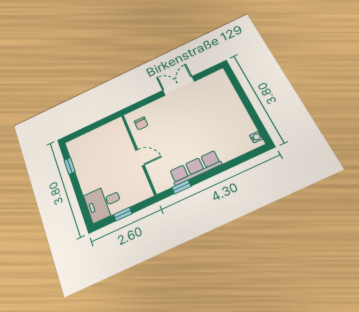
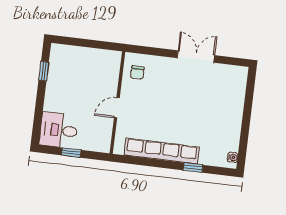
door: (140, 158) -> (117, 108), swing flipped
row of seats: (195, 168) -> (162, 151), width x1.36
window: (181, 187) -> (193, 168), moved

